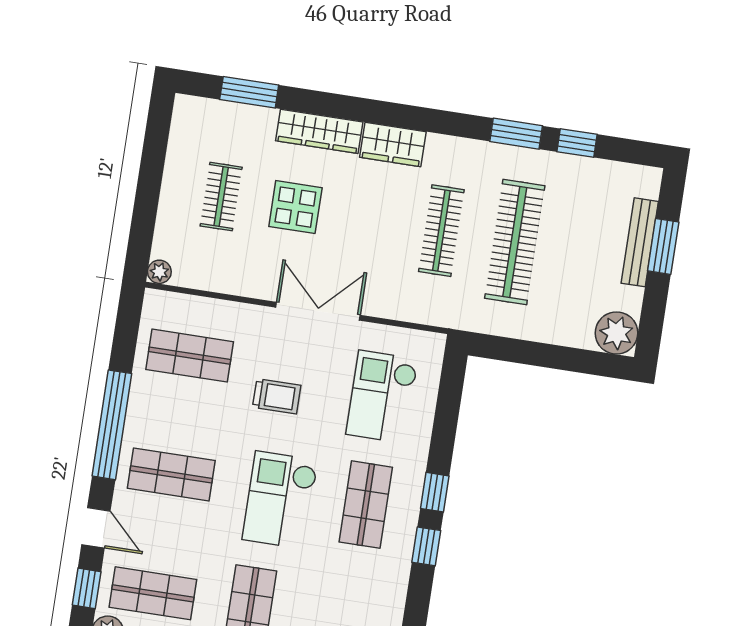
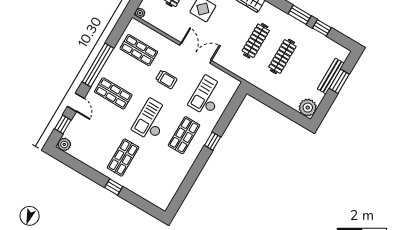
clothes rail: (515, 242) -> (282, 57), width x0.73, depth x0.76
window: (426, 546) -> (201, 161), removed
shop shelf: (153, 593) -> (88, 137), removed

